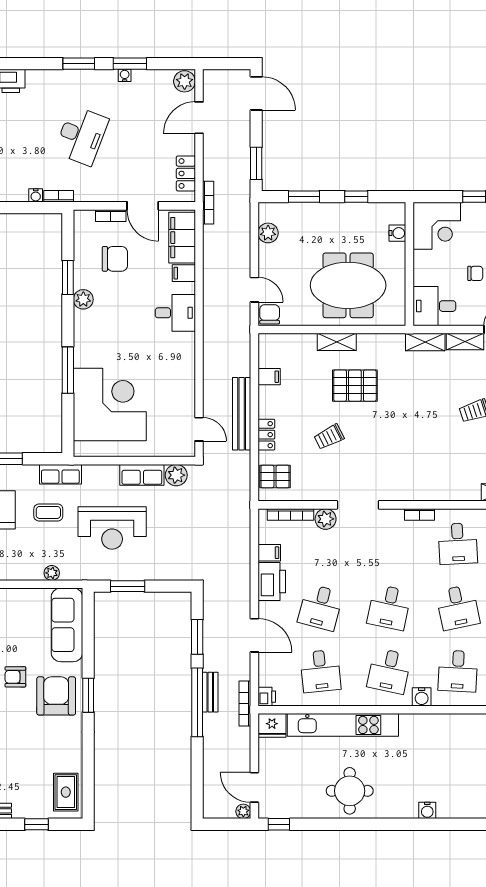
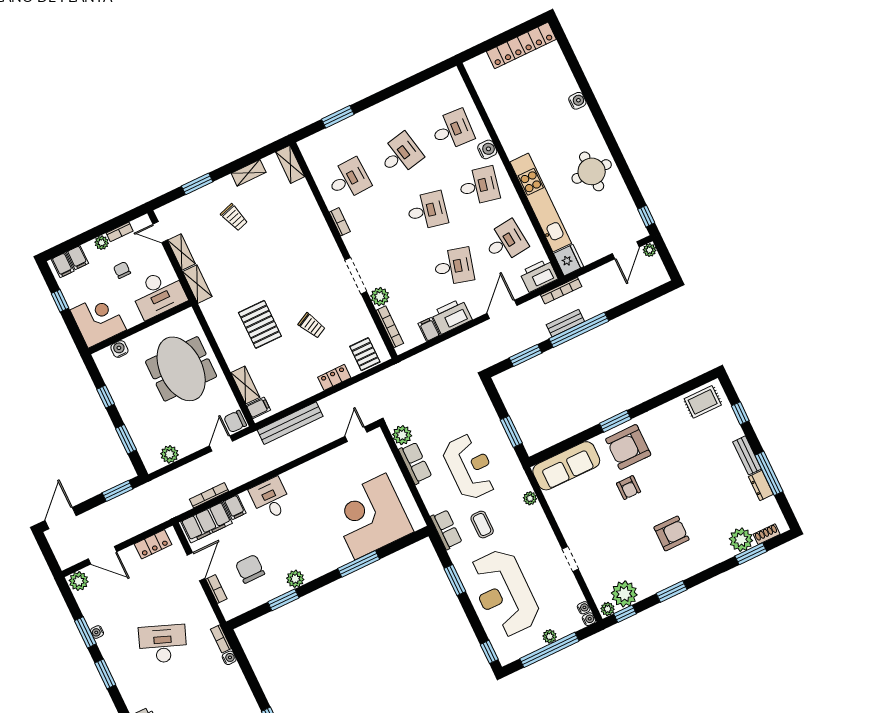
bookcase: (208, 203) -> (209, 495), moved
desk: (434, 306) -> (158, 293), width x1.37
shelving: (337, 342) -> (245, 385), moved
filing cabinet: (269, 377) -> (258, 408), moved, turned 90
bench: (242, 414) -> (290, 423), moved
printer: (267, 697) -> (539, 275), width x1.87, depth x1.48

